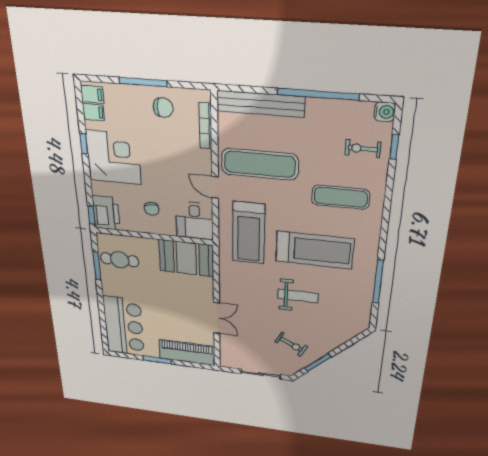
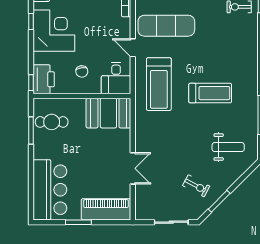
exercise mat: (341, 197) -> (227, 46), removed
treadmill: (314, 250) -> (210, 93), width x0.73, depth x0.73
weight bench: (298, 296) -> (228, 147), moved

